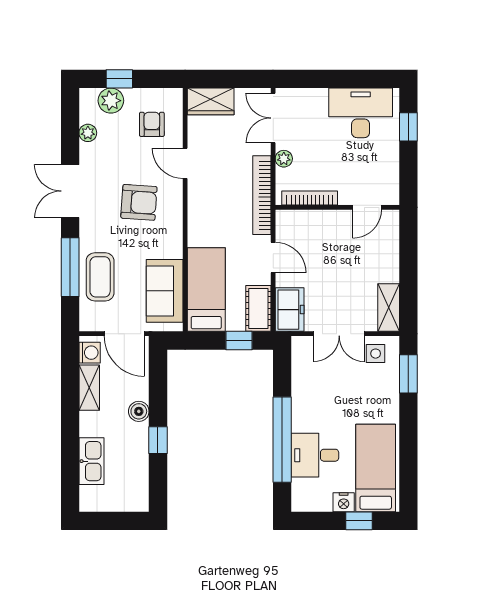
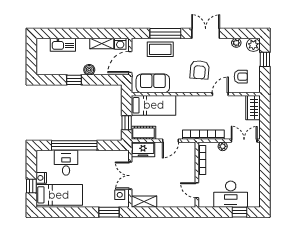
plant: (111, 101) -> (253, 45), moved
desk: (361, 113) -> (231, 194), moved, turned 90

